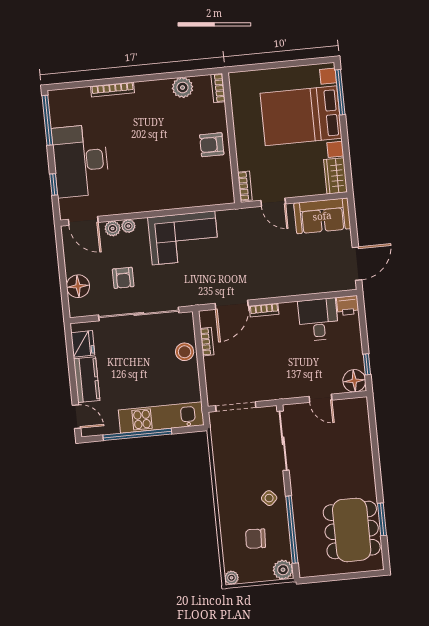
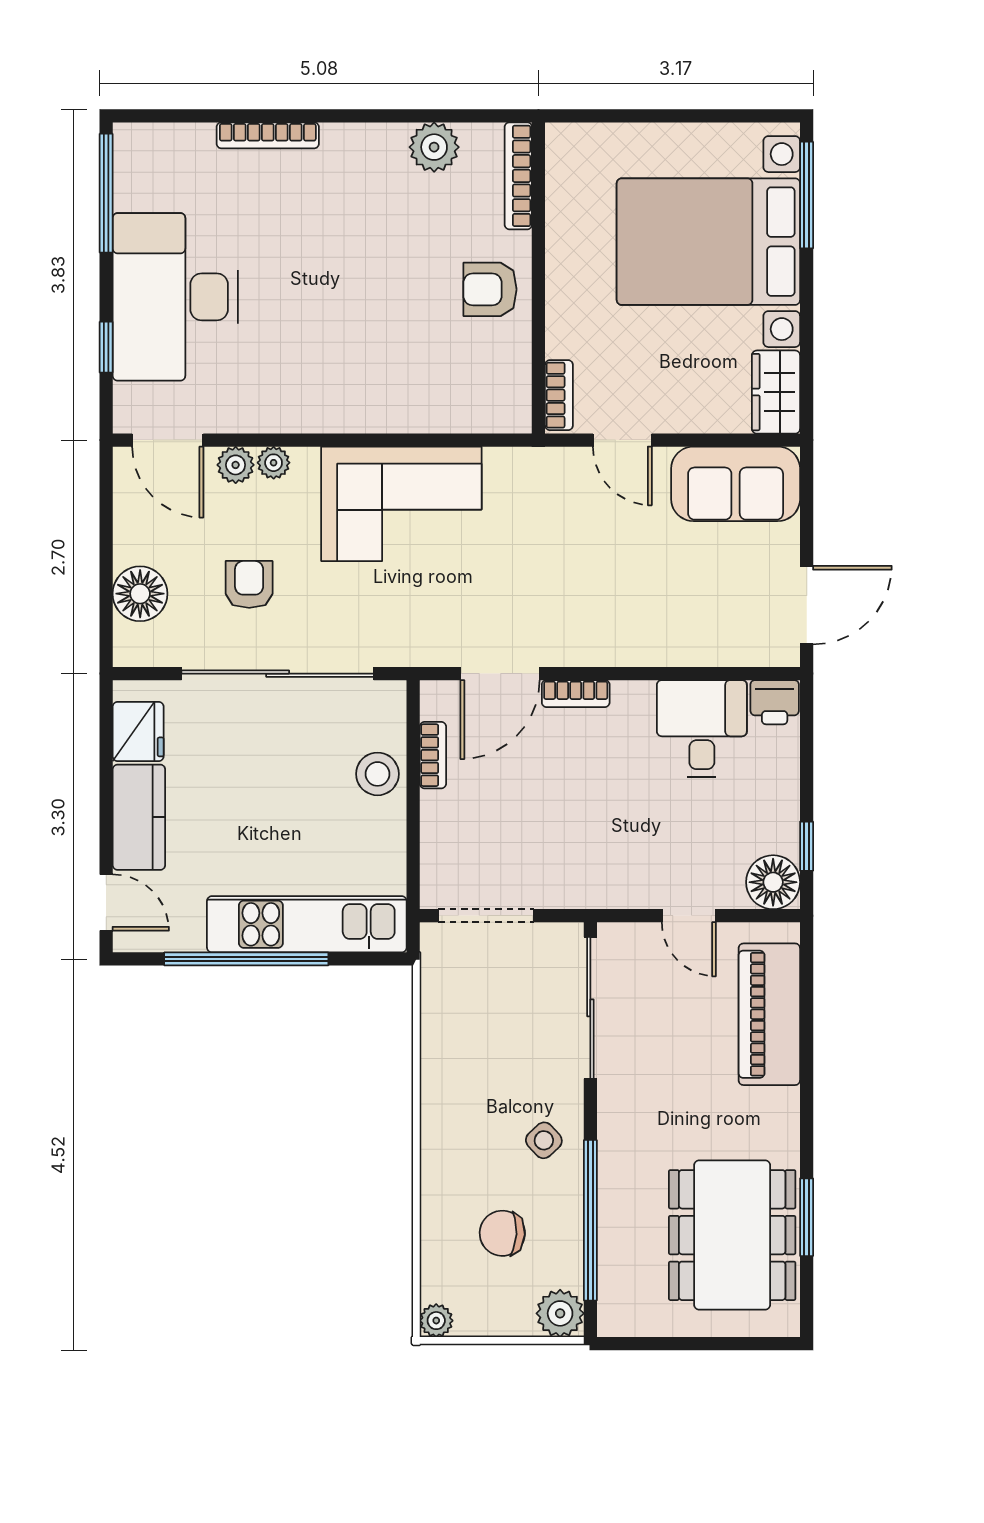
bookcase: (218, 88) -> (518, 176), width x1.56
armchair: (123, 278) -> (249, 584), turned 180
piano: (358, 436) -> (769, 1014), added

